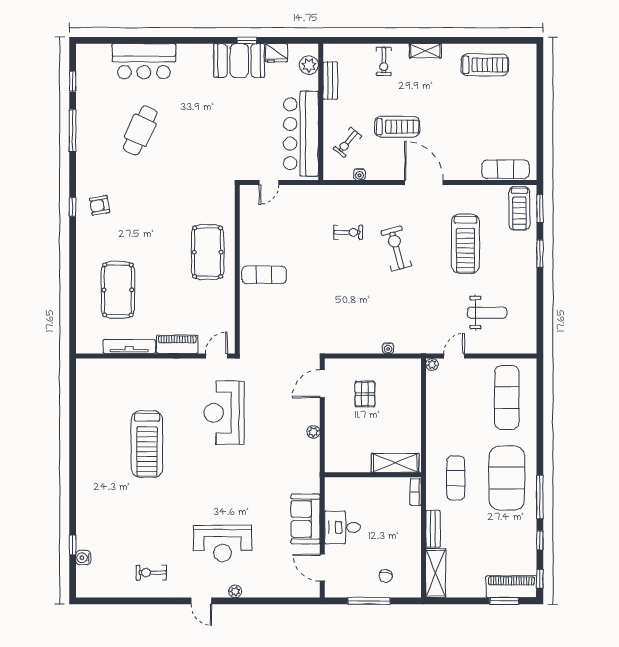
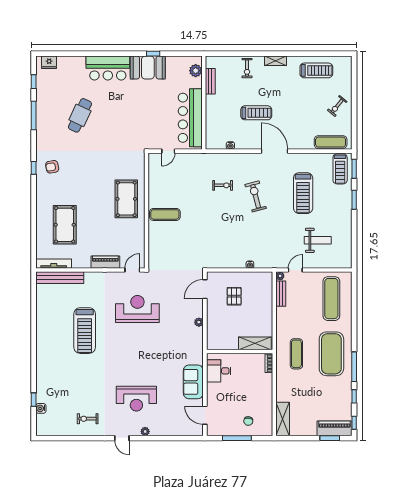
fridge: (276, 53) -> (49, 62), moved
bar counter: (144, 61) -> (108, 68), moved
exercise bike: (347, 142) -> (337, 106), moved
tv unit: (129, 347) -> (54, 264), moved
bench: (111, 367) -> (60, 278), added
reception desk: (224, 413) -> (137, 309), turned 90
desk: (342, 527) -> (219, 371), moved
bench: (433, 529) -> (281, 294), moved

